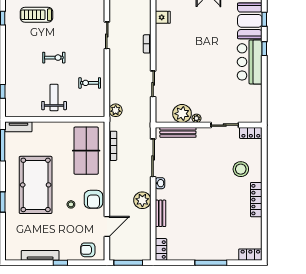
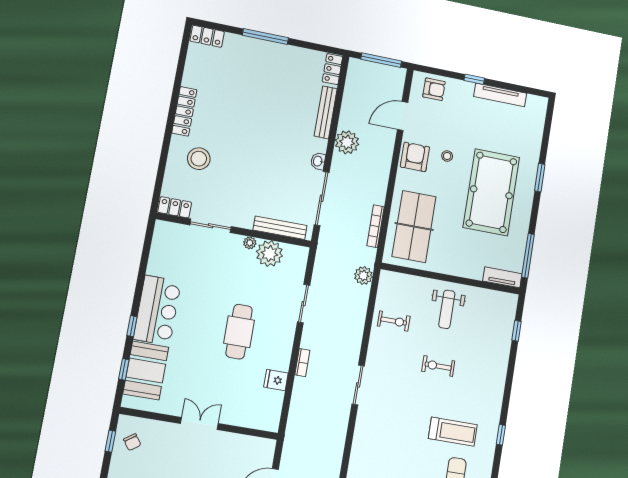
fridge: (163, 17) -> (276, 380), moved
cafe table: (193, 57) -> (239, 332), added
bench: (161, 213) -> (326, 112), width x1.36

